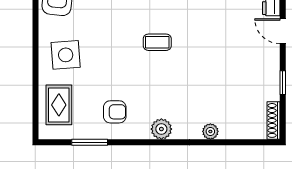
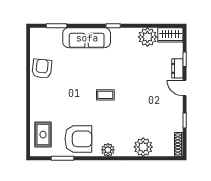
side table: (66, 55) -> (47, 103), removed
armchair: (115, 112) -> (78, 139), width x1.88, depth x1.88
plant: (210, 131) -> (143, 147), width x1.87, depth x1.87

